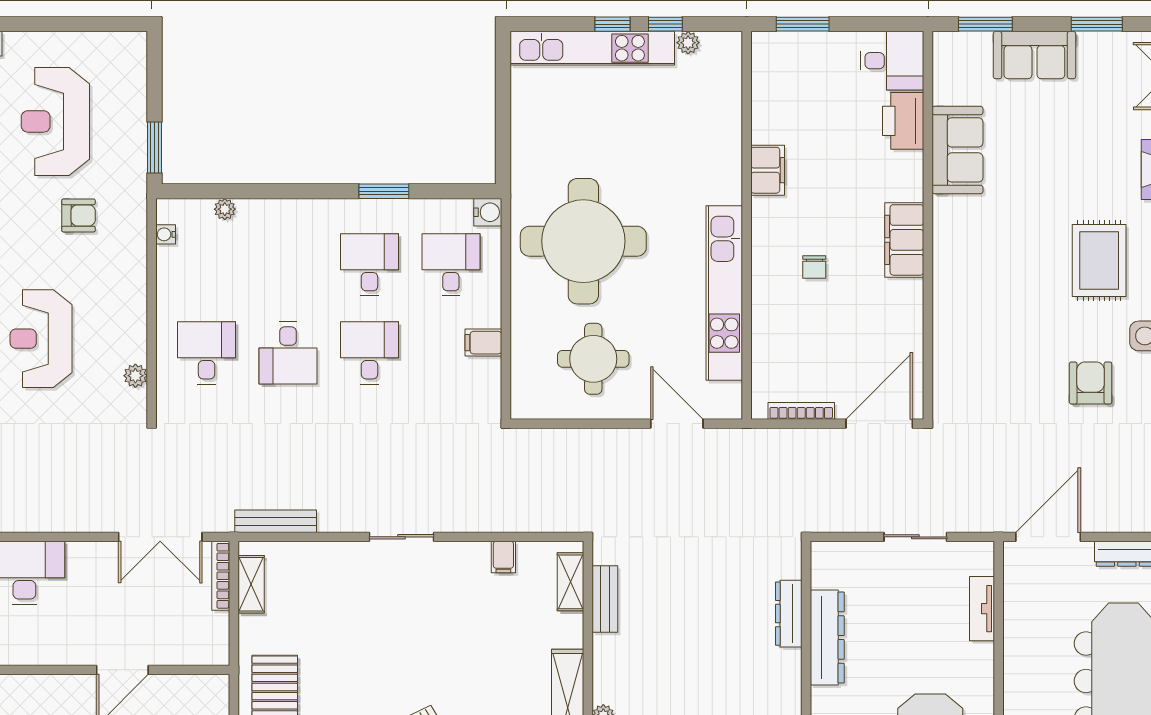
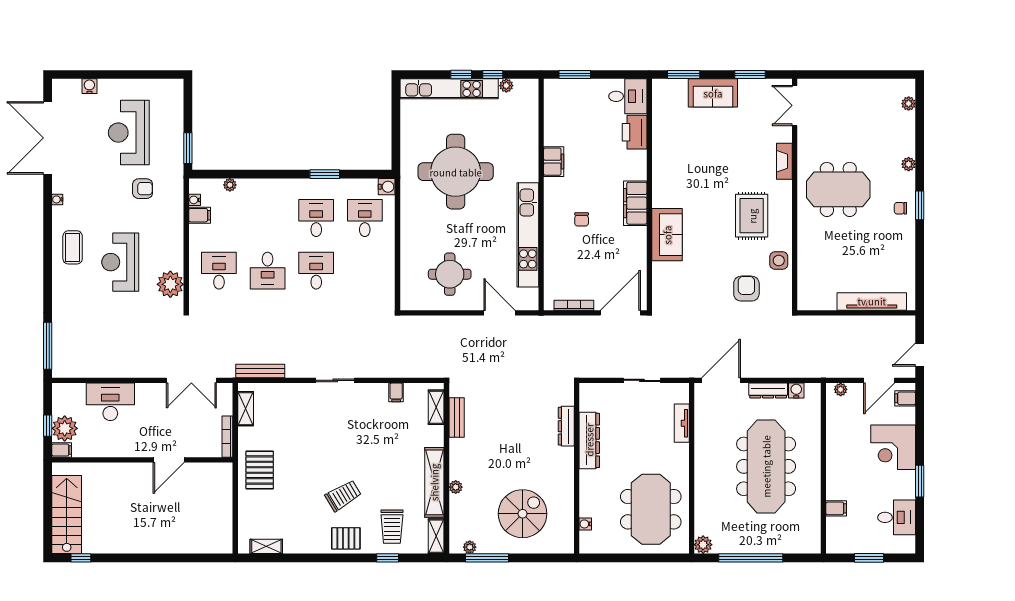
sofa: (957, 150) -> (667, 235), moved
round table: (583, 241) -> (456, 172), moved
filing cabinet: (483, 343) -> (200, 215), moved, turned 180
plant: (135, 376) -> (170, 284), width x1.87, depth x1.87
bookcase: (221, 576) -> (227, 437), moved

